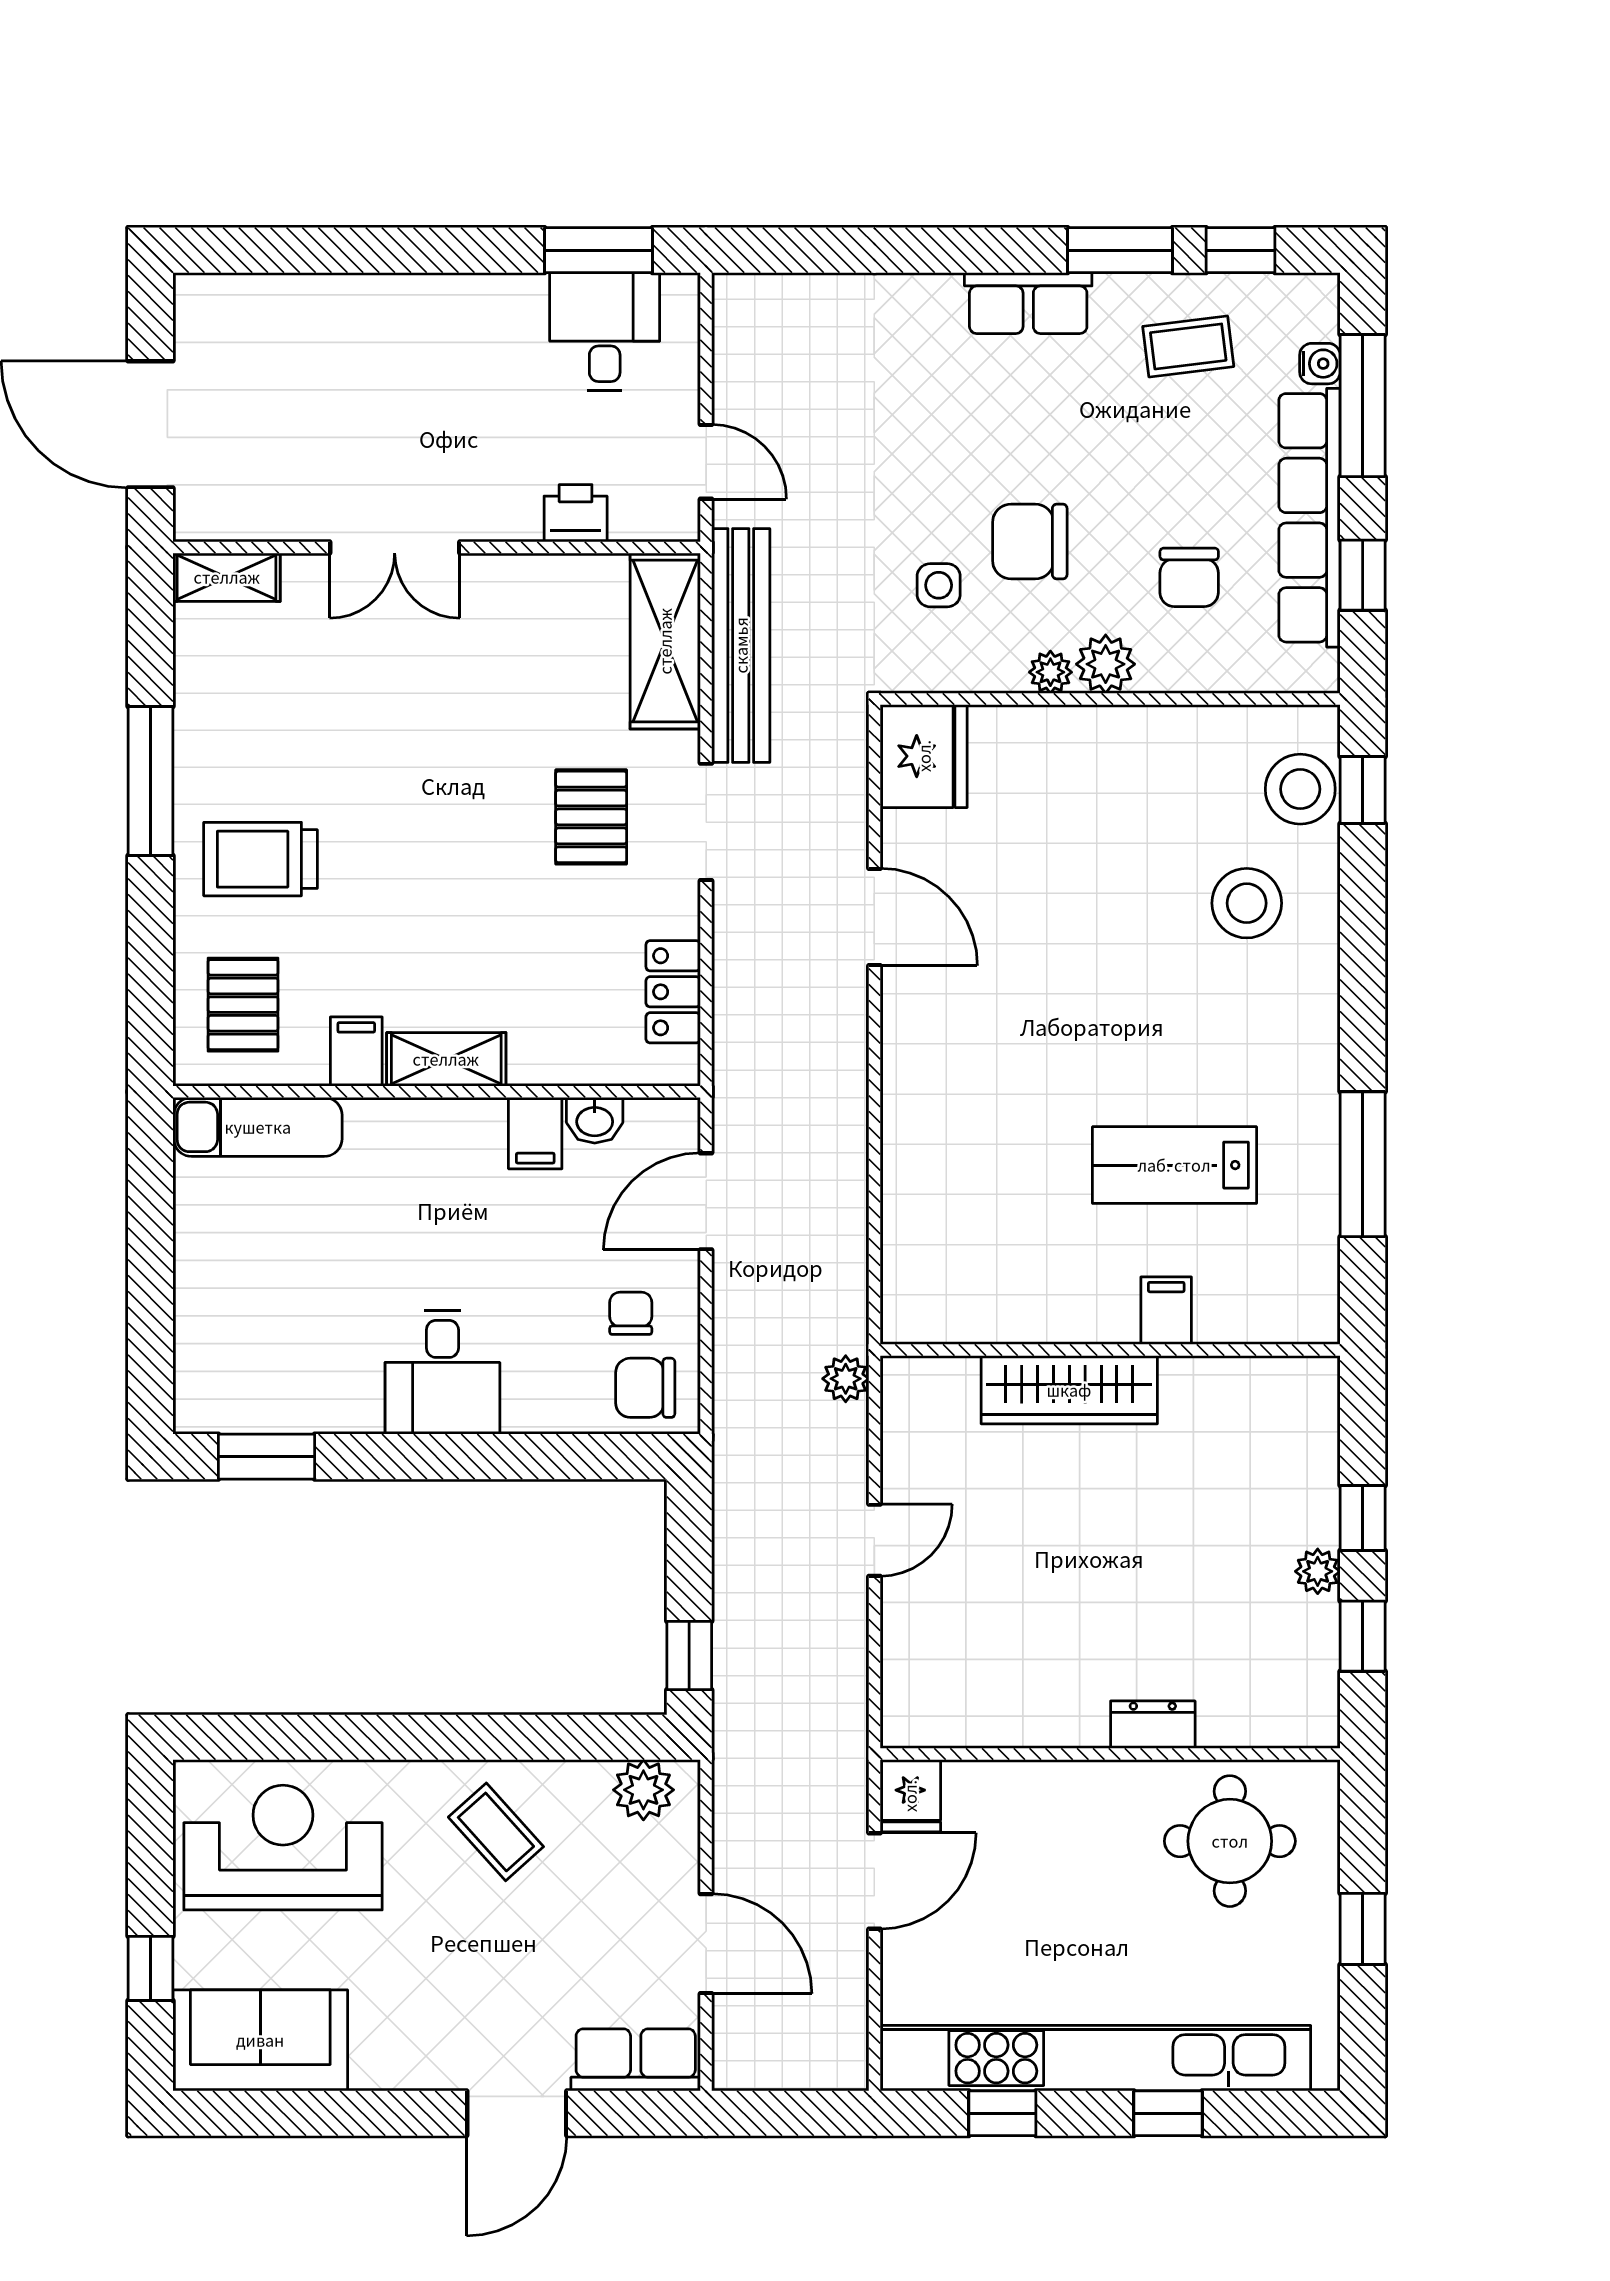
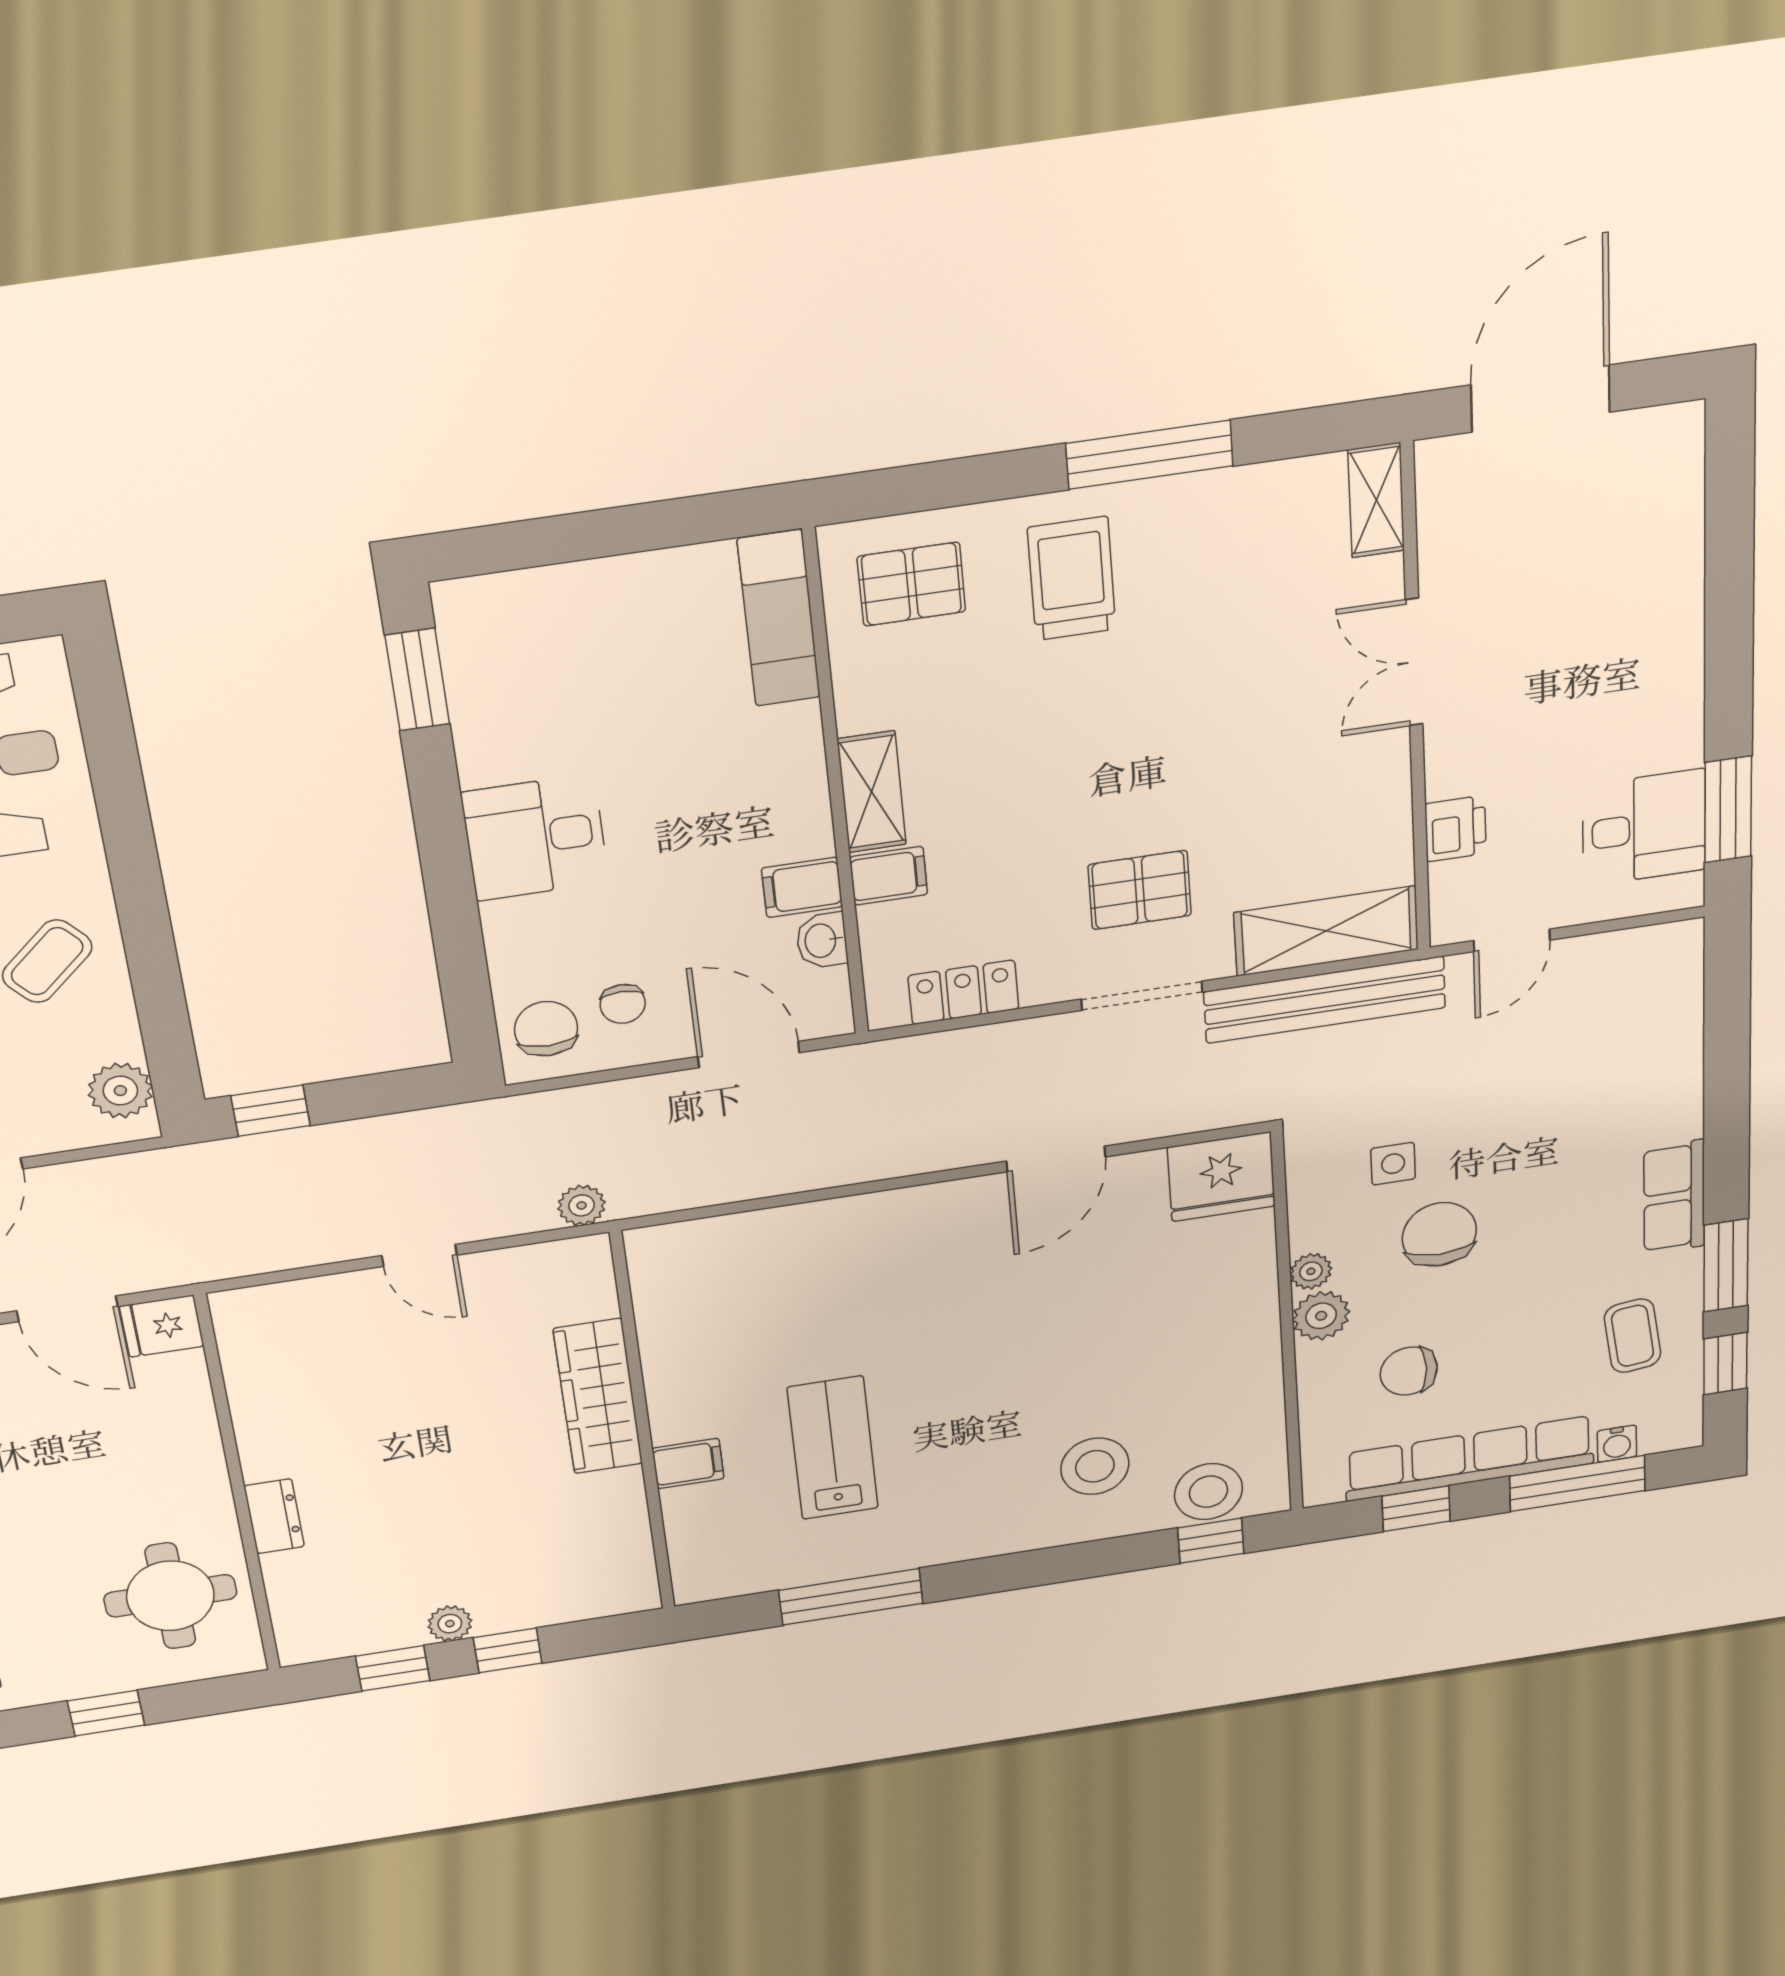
filing cabinet: (356, 1052) -> (889, 876), moved
chair: (631, 1313) -> (623, 1004), turned 90

